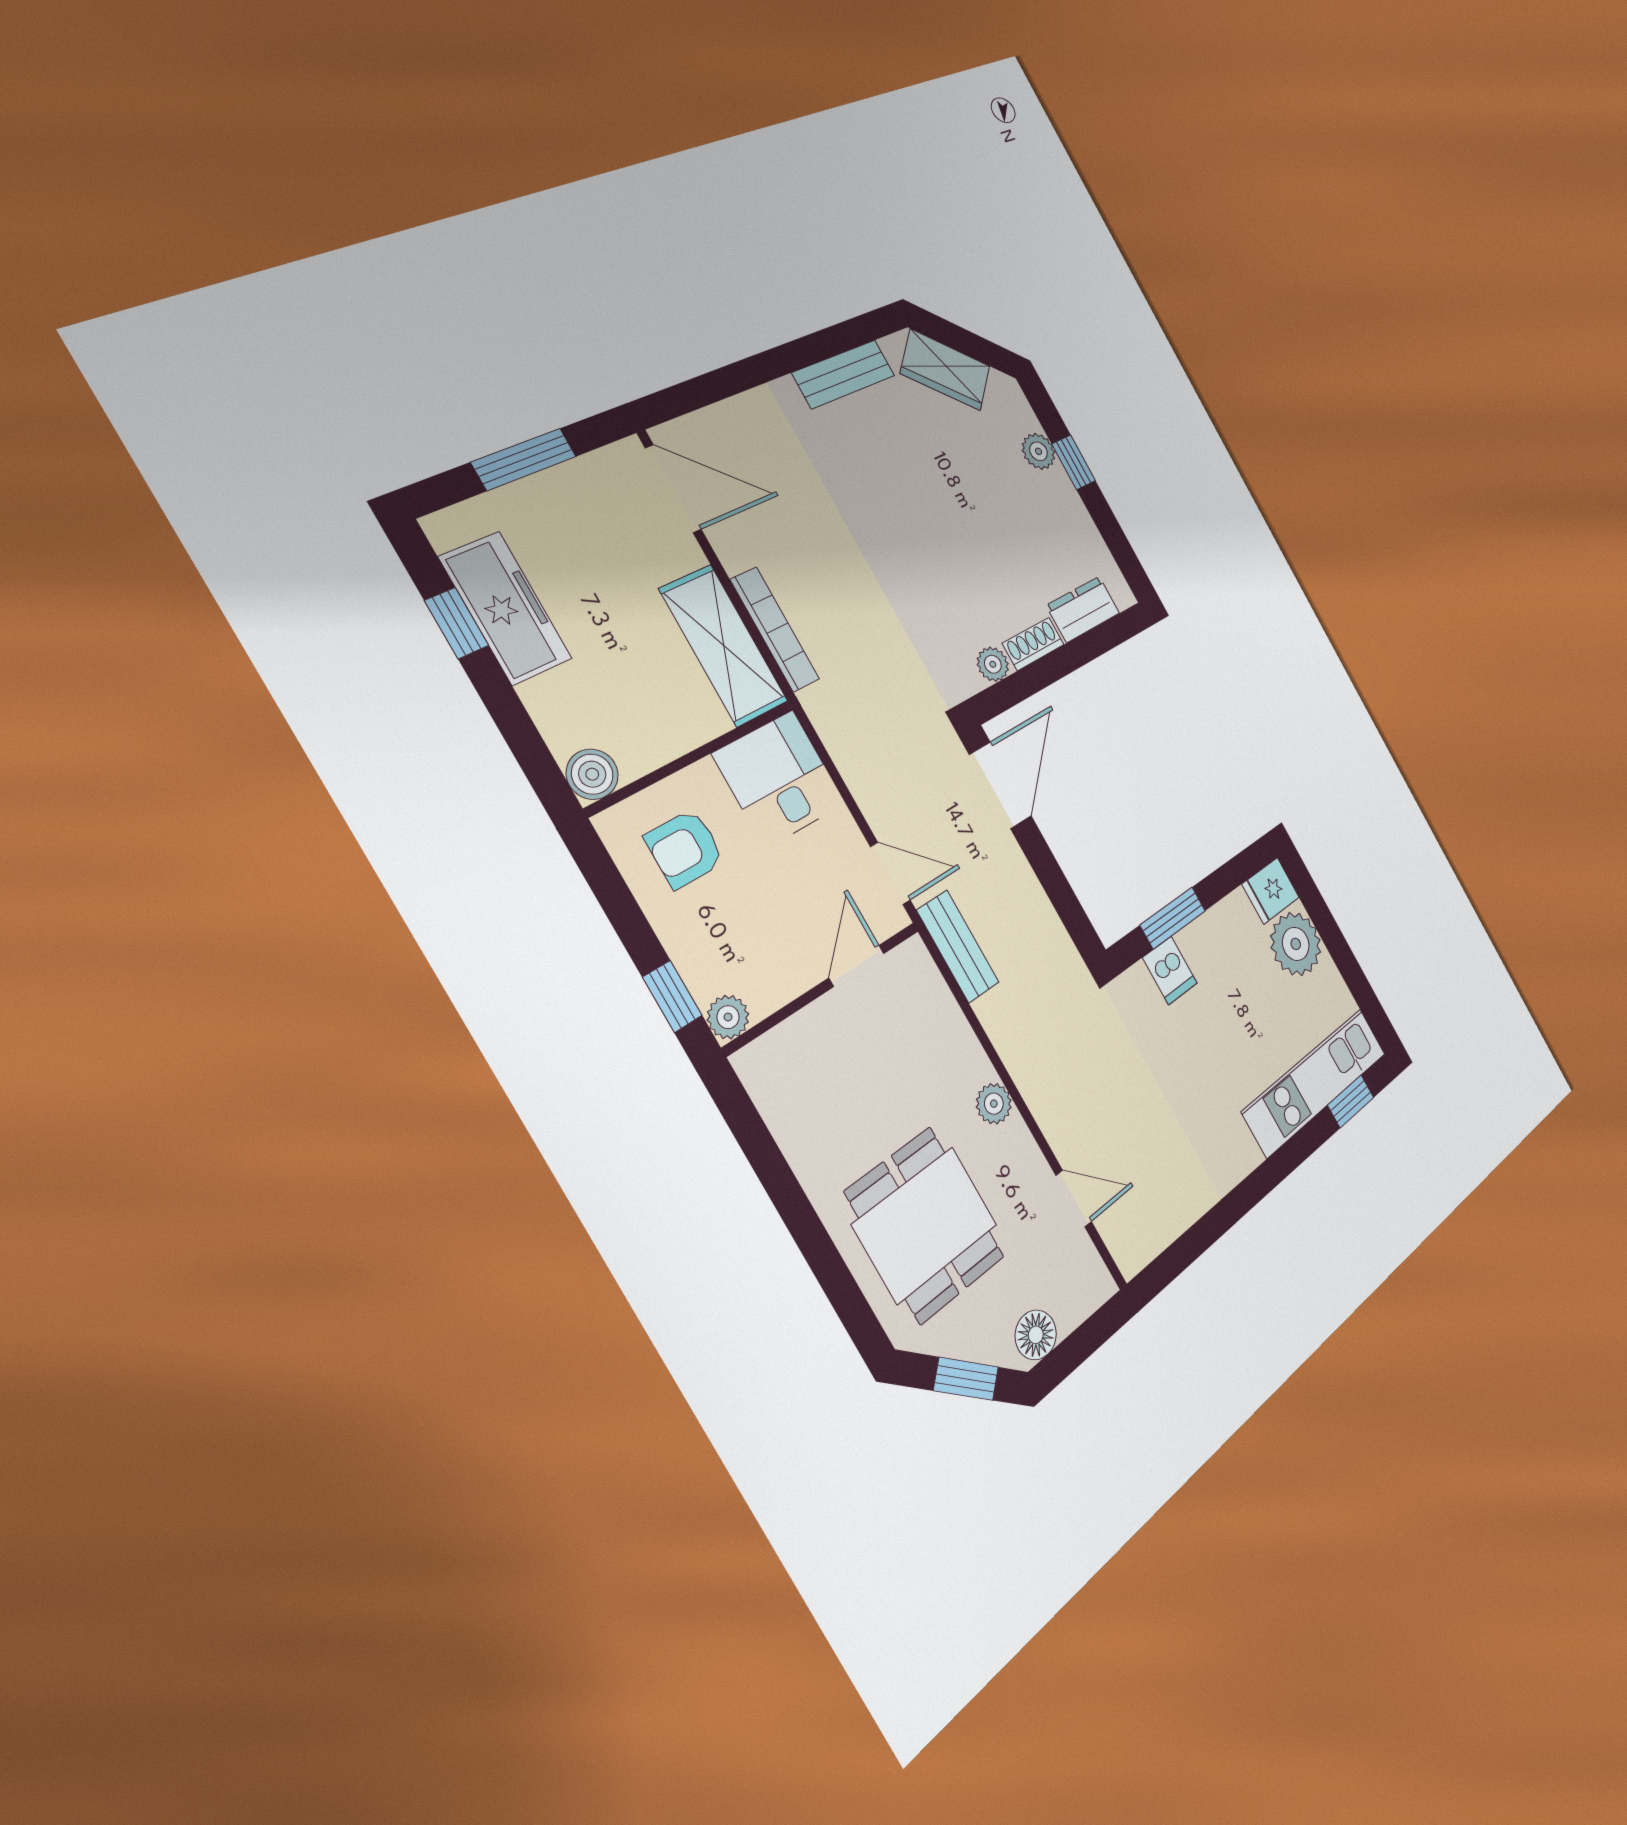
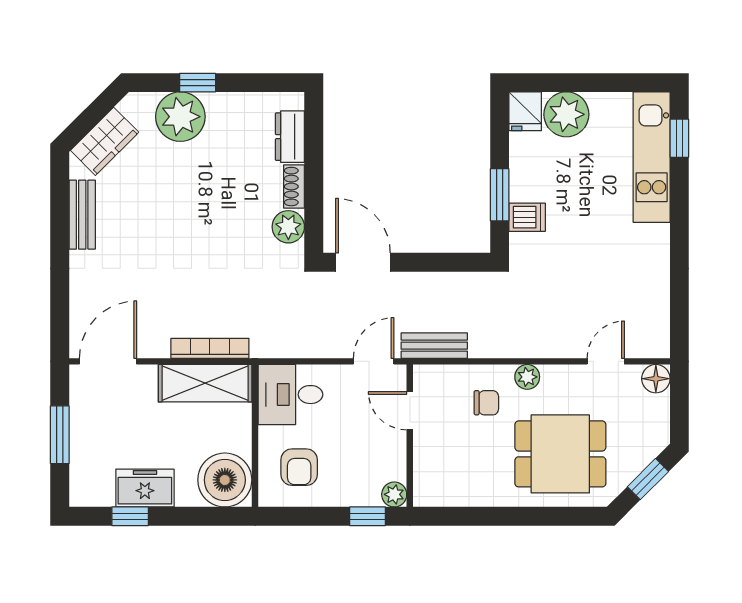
plant: (1038, 451) -> (180, 117), width x1.88, depth x1.88
freezer: (506, 608) -> (145, 488), width x0.71
plant: (993, 664) -> (288, 227), width x1.38, depth x1.38
boiler: (592, 774) -> (225, 480), width x1.86, depth x1.86
chair: (929, 1069) -> (486, 403), added
floor lamp: (1036, 1335) -> (656, 379), moved

